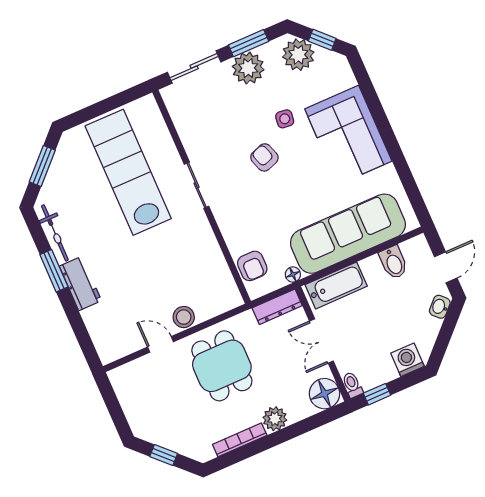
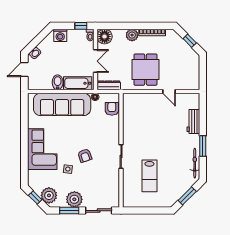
lab bench: (128, 172) -> (149, 176), width x0.54, depth x0.72
bidet: (393, 262) -> (58, 82), moved
workbench: (80, 283) -> (193, 122), moved
stool: (184, 317) -> (153, 99), removed

